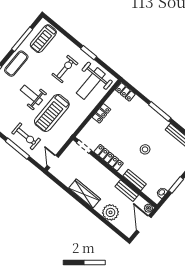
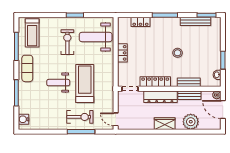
weight bench: (91, 83) -> (96, 37), turned 90
locker: (125, 92) -> (140, 22), moved
treadmill: (52, 113) -> (85, 83), turned 180
dresser: (103, 173) -> (160, 97), added
wardrobe: (85, 194) -> (165, 124), width x0.67

